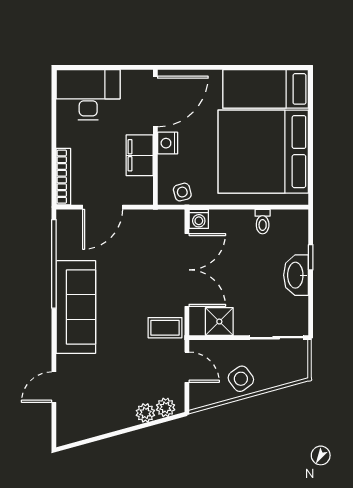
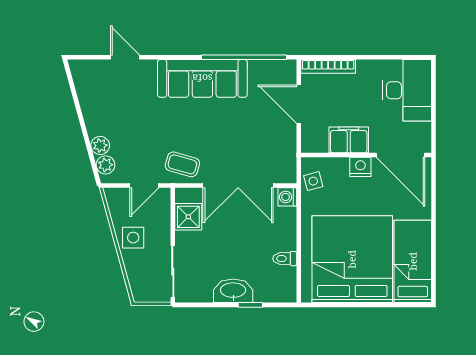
coffee table: (165, 328) -> (182, 164), turned -74
side table: (241, 379) -> (133, 238), turned 36

